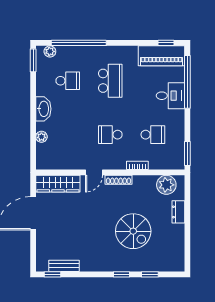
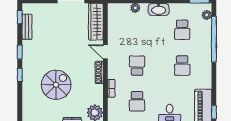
school desk: (110, 81) -> (182, 66), width x0.54
spiral stairs: (133, 231) -> (56, 85), turned 180
window: (150, 274) -> (20, 52), moved

